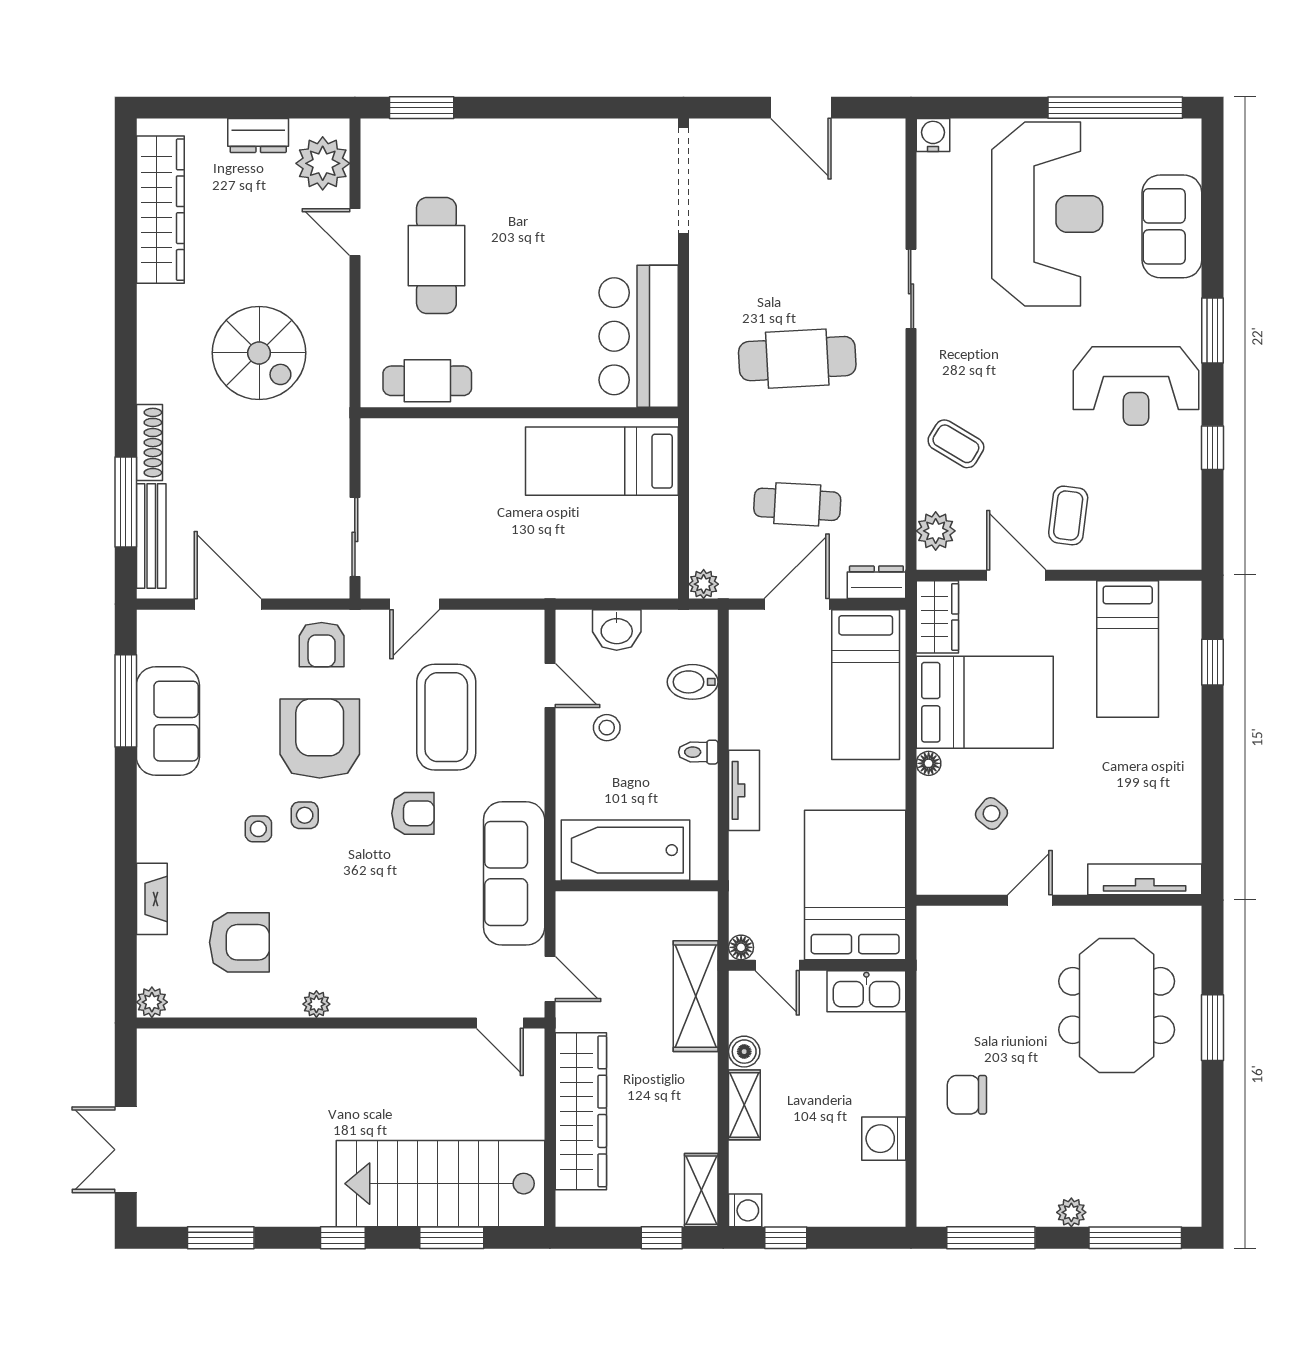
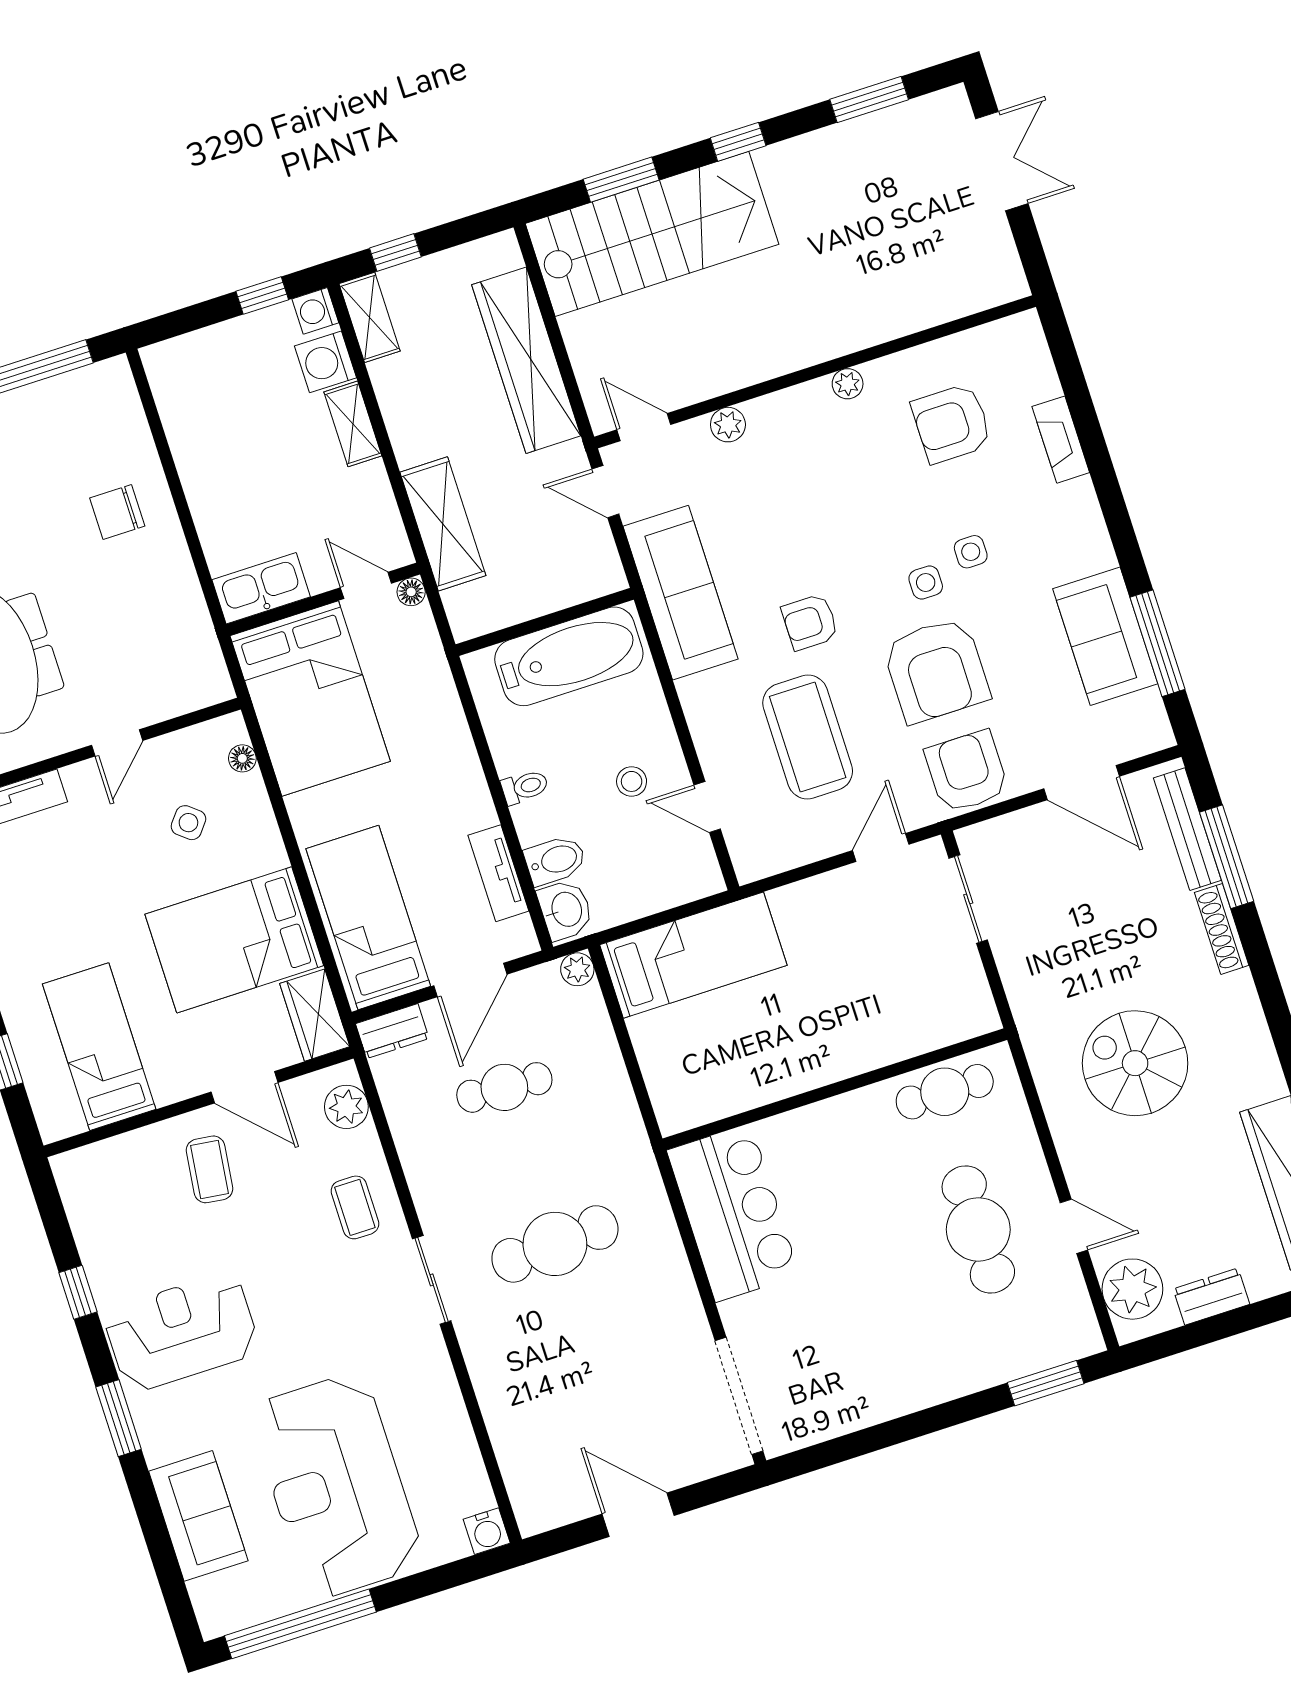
sliding door: (911, 289) -> (432, 1280), moved
coffee table: (956, 444) -> (355, 1207), turned 59
bed: (602, 461) -> (693, 955), moved
washbasin: (617, 630) -> (565, 910), moved, turned 90
armchair: (322, 645) -> (967, 772), width x1.38, depth x1.38
floor lamp: (929, 763) -> (242, 758), moved
tv unit: (744, 790) -> (498, 873), moved
plant: (152, 1002) -> (728, 425), moved
boiler: (744, 1052) -> (372, 481), removed
chair: (967, 1095) -> (117, 512), turned 180
washing machine: (884, 1139) -> (325, 362), moved, turned 180

